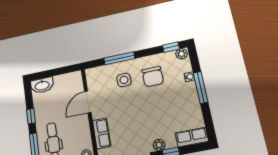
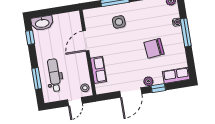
chair: (153, 77) -> (154, 48), moved, turned 84
window: (31, 116) -> (30, 37), moved

